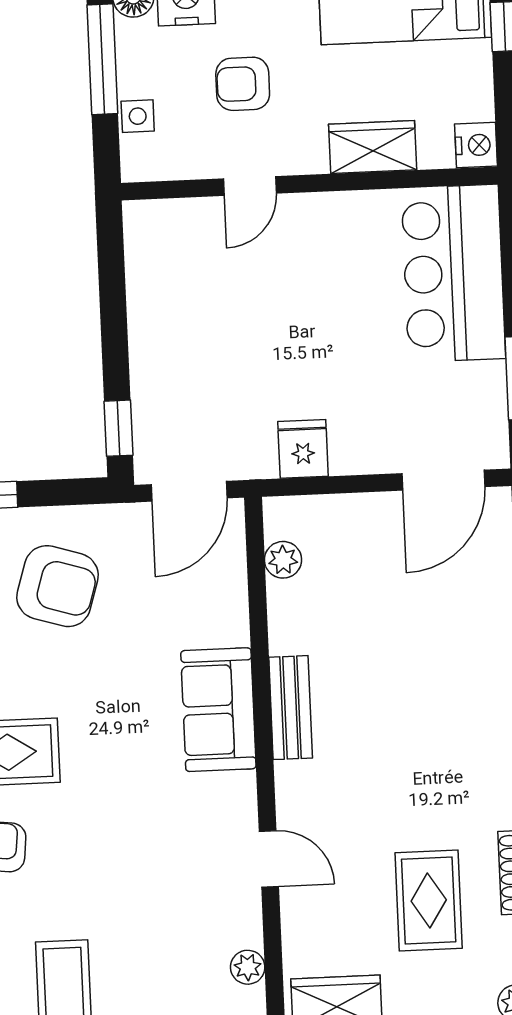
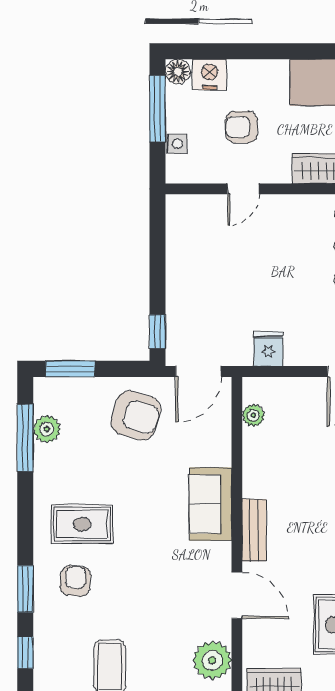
armchair: (58, 586) -> (136, 415), moved
bench: (291, 708) -> (254, 530), moved
door: (269, 859) -> (237, 595), width x1.38
plant: (248, 967) -> (212, 660), width x1.87, depth x1.87

